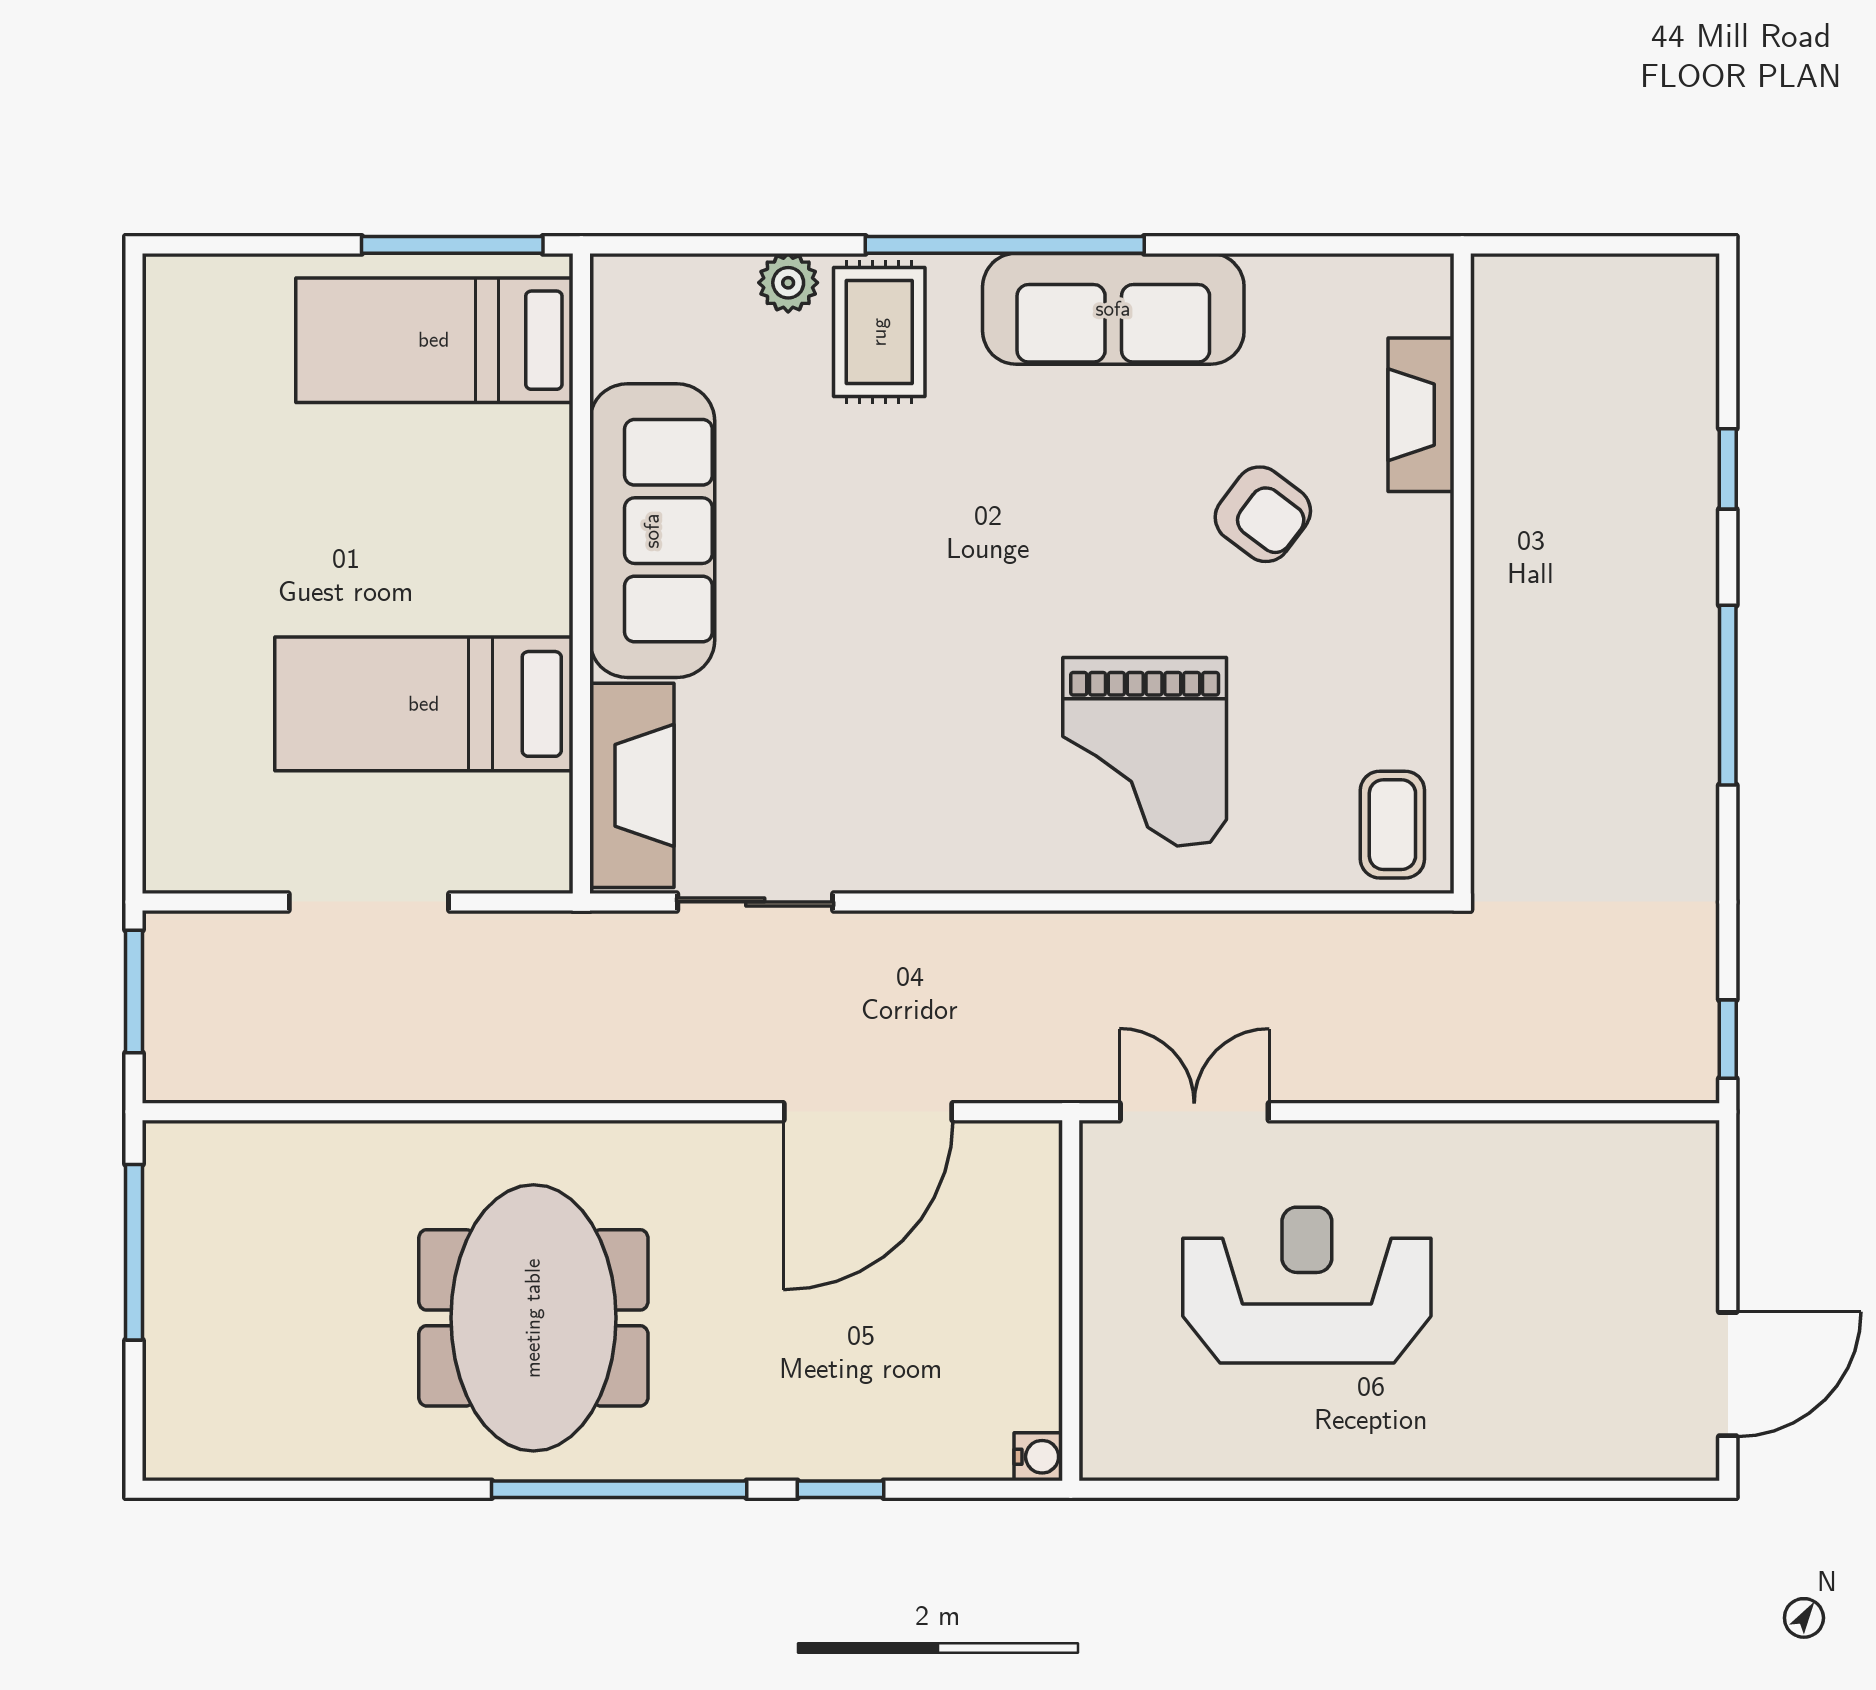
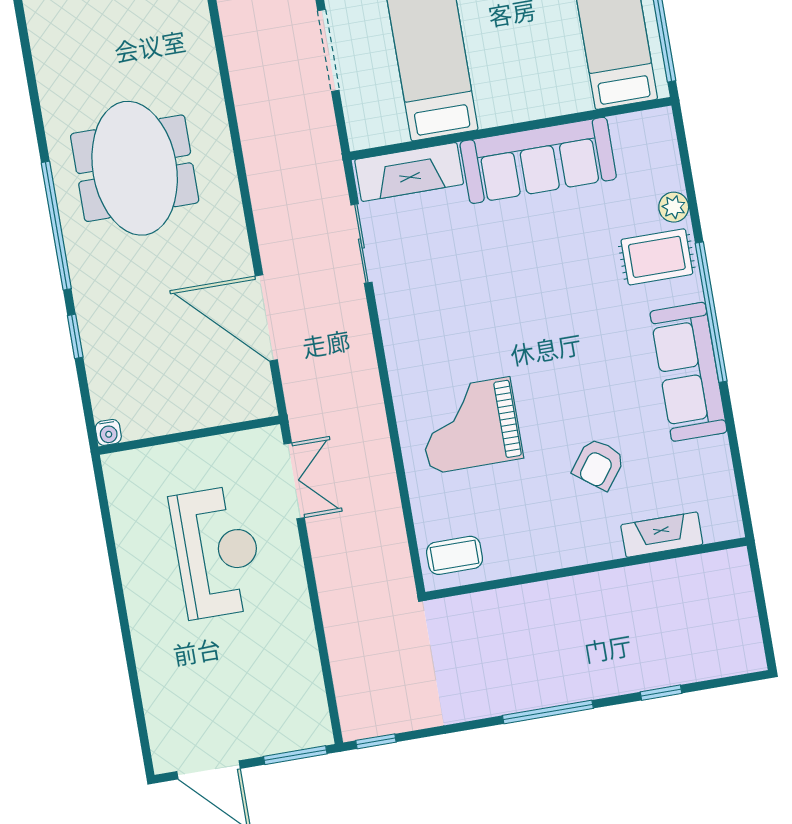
window: (1728, 1200) -> (295, 755), added
meeting table: (533, 1318) -> (135, 168), turned 90

